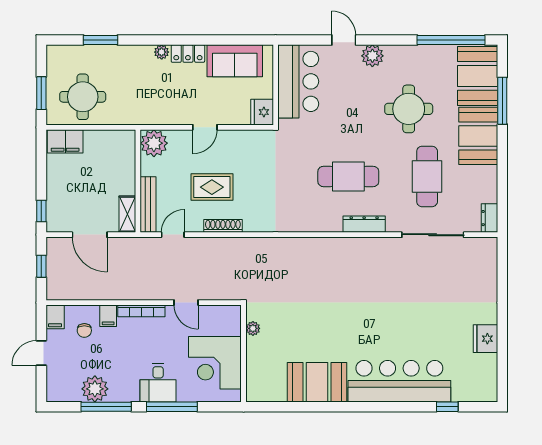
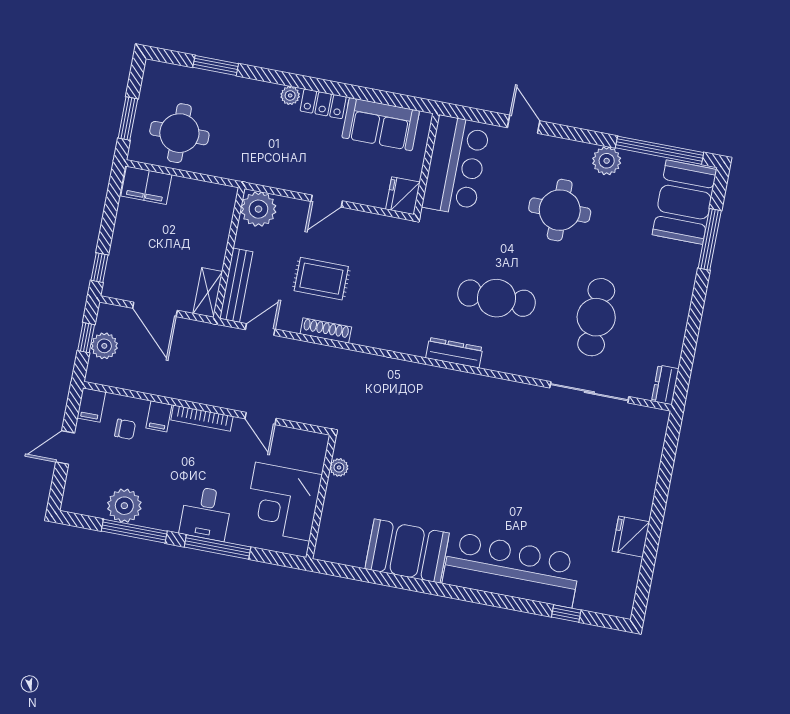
plant: (372, 56) -> (607, 161), moved
round table: (409, 109) -> (560, 210), moved
booth: (478, 136) -> (671, 278), removed
dresser: (364, 224) -> (454, 353), moved
plant: (56, 270) -> (104, 346), added
chair: (84, 330) -> (125, 429), turned -90

